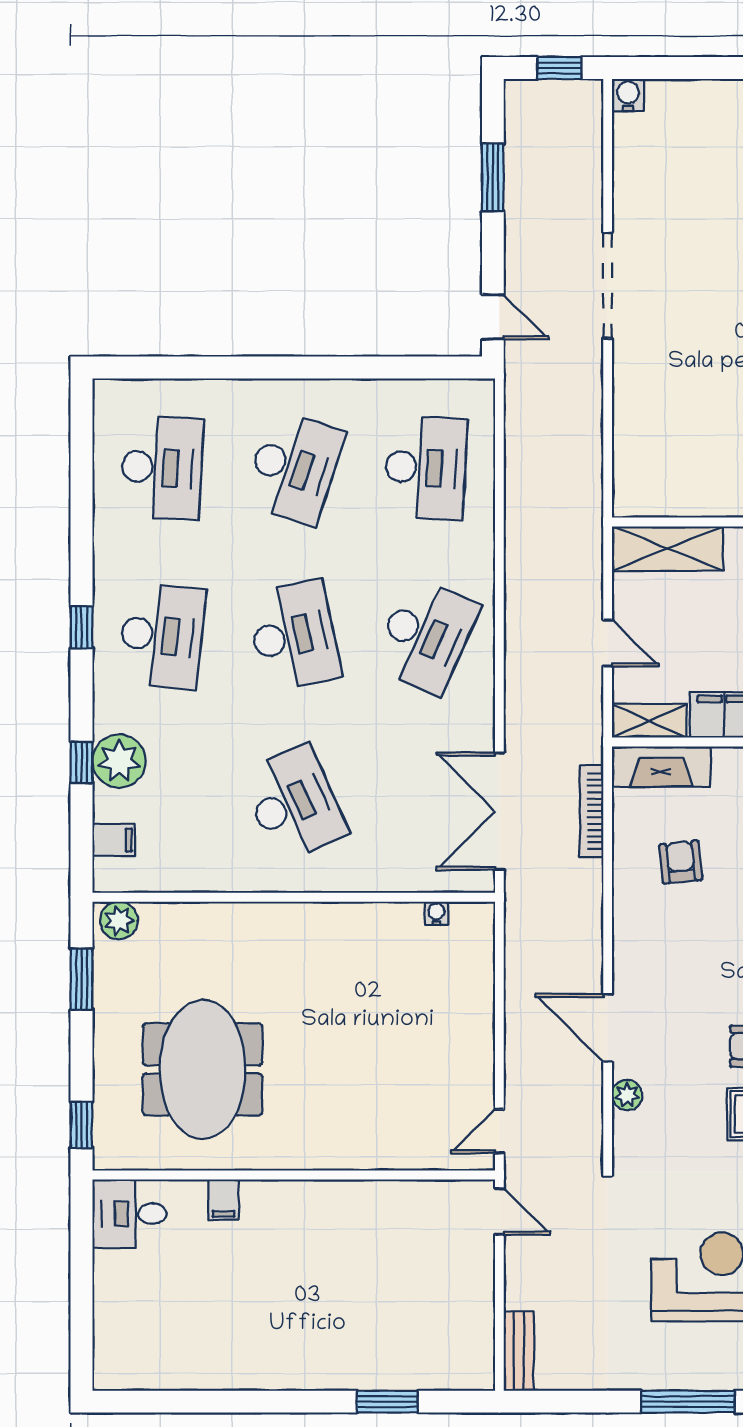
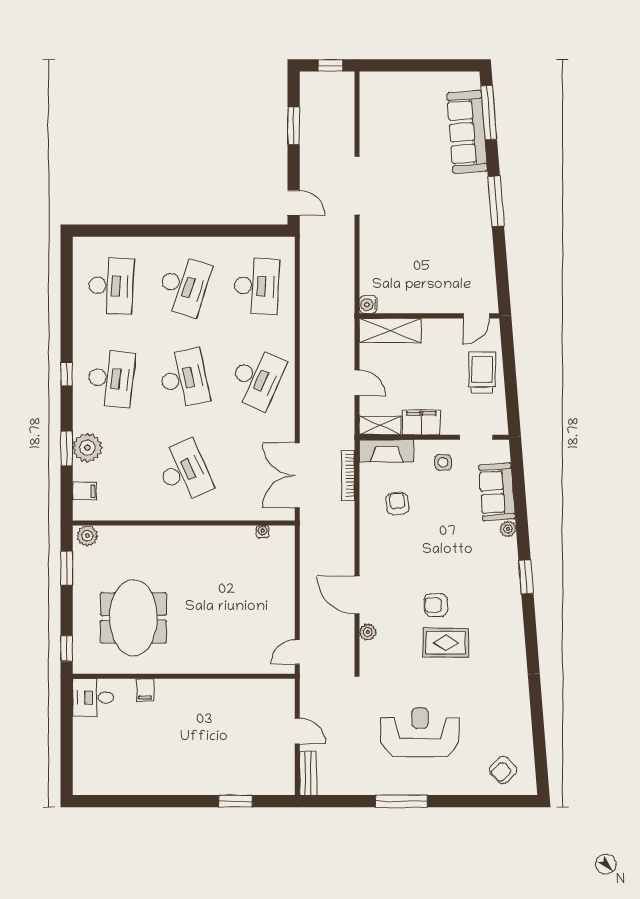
water cooler: (628, 95) -> (368, 305), moved, turned -90
window: (82, 762) -> (67, 448), width x1.50
door: (499, 1211) -> (297, 731), moved

